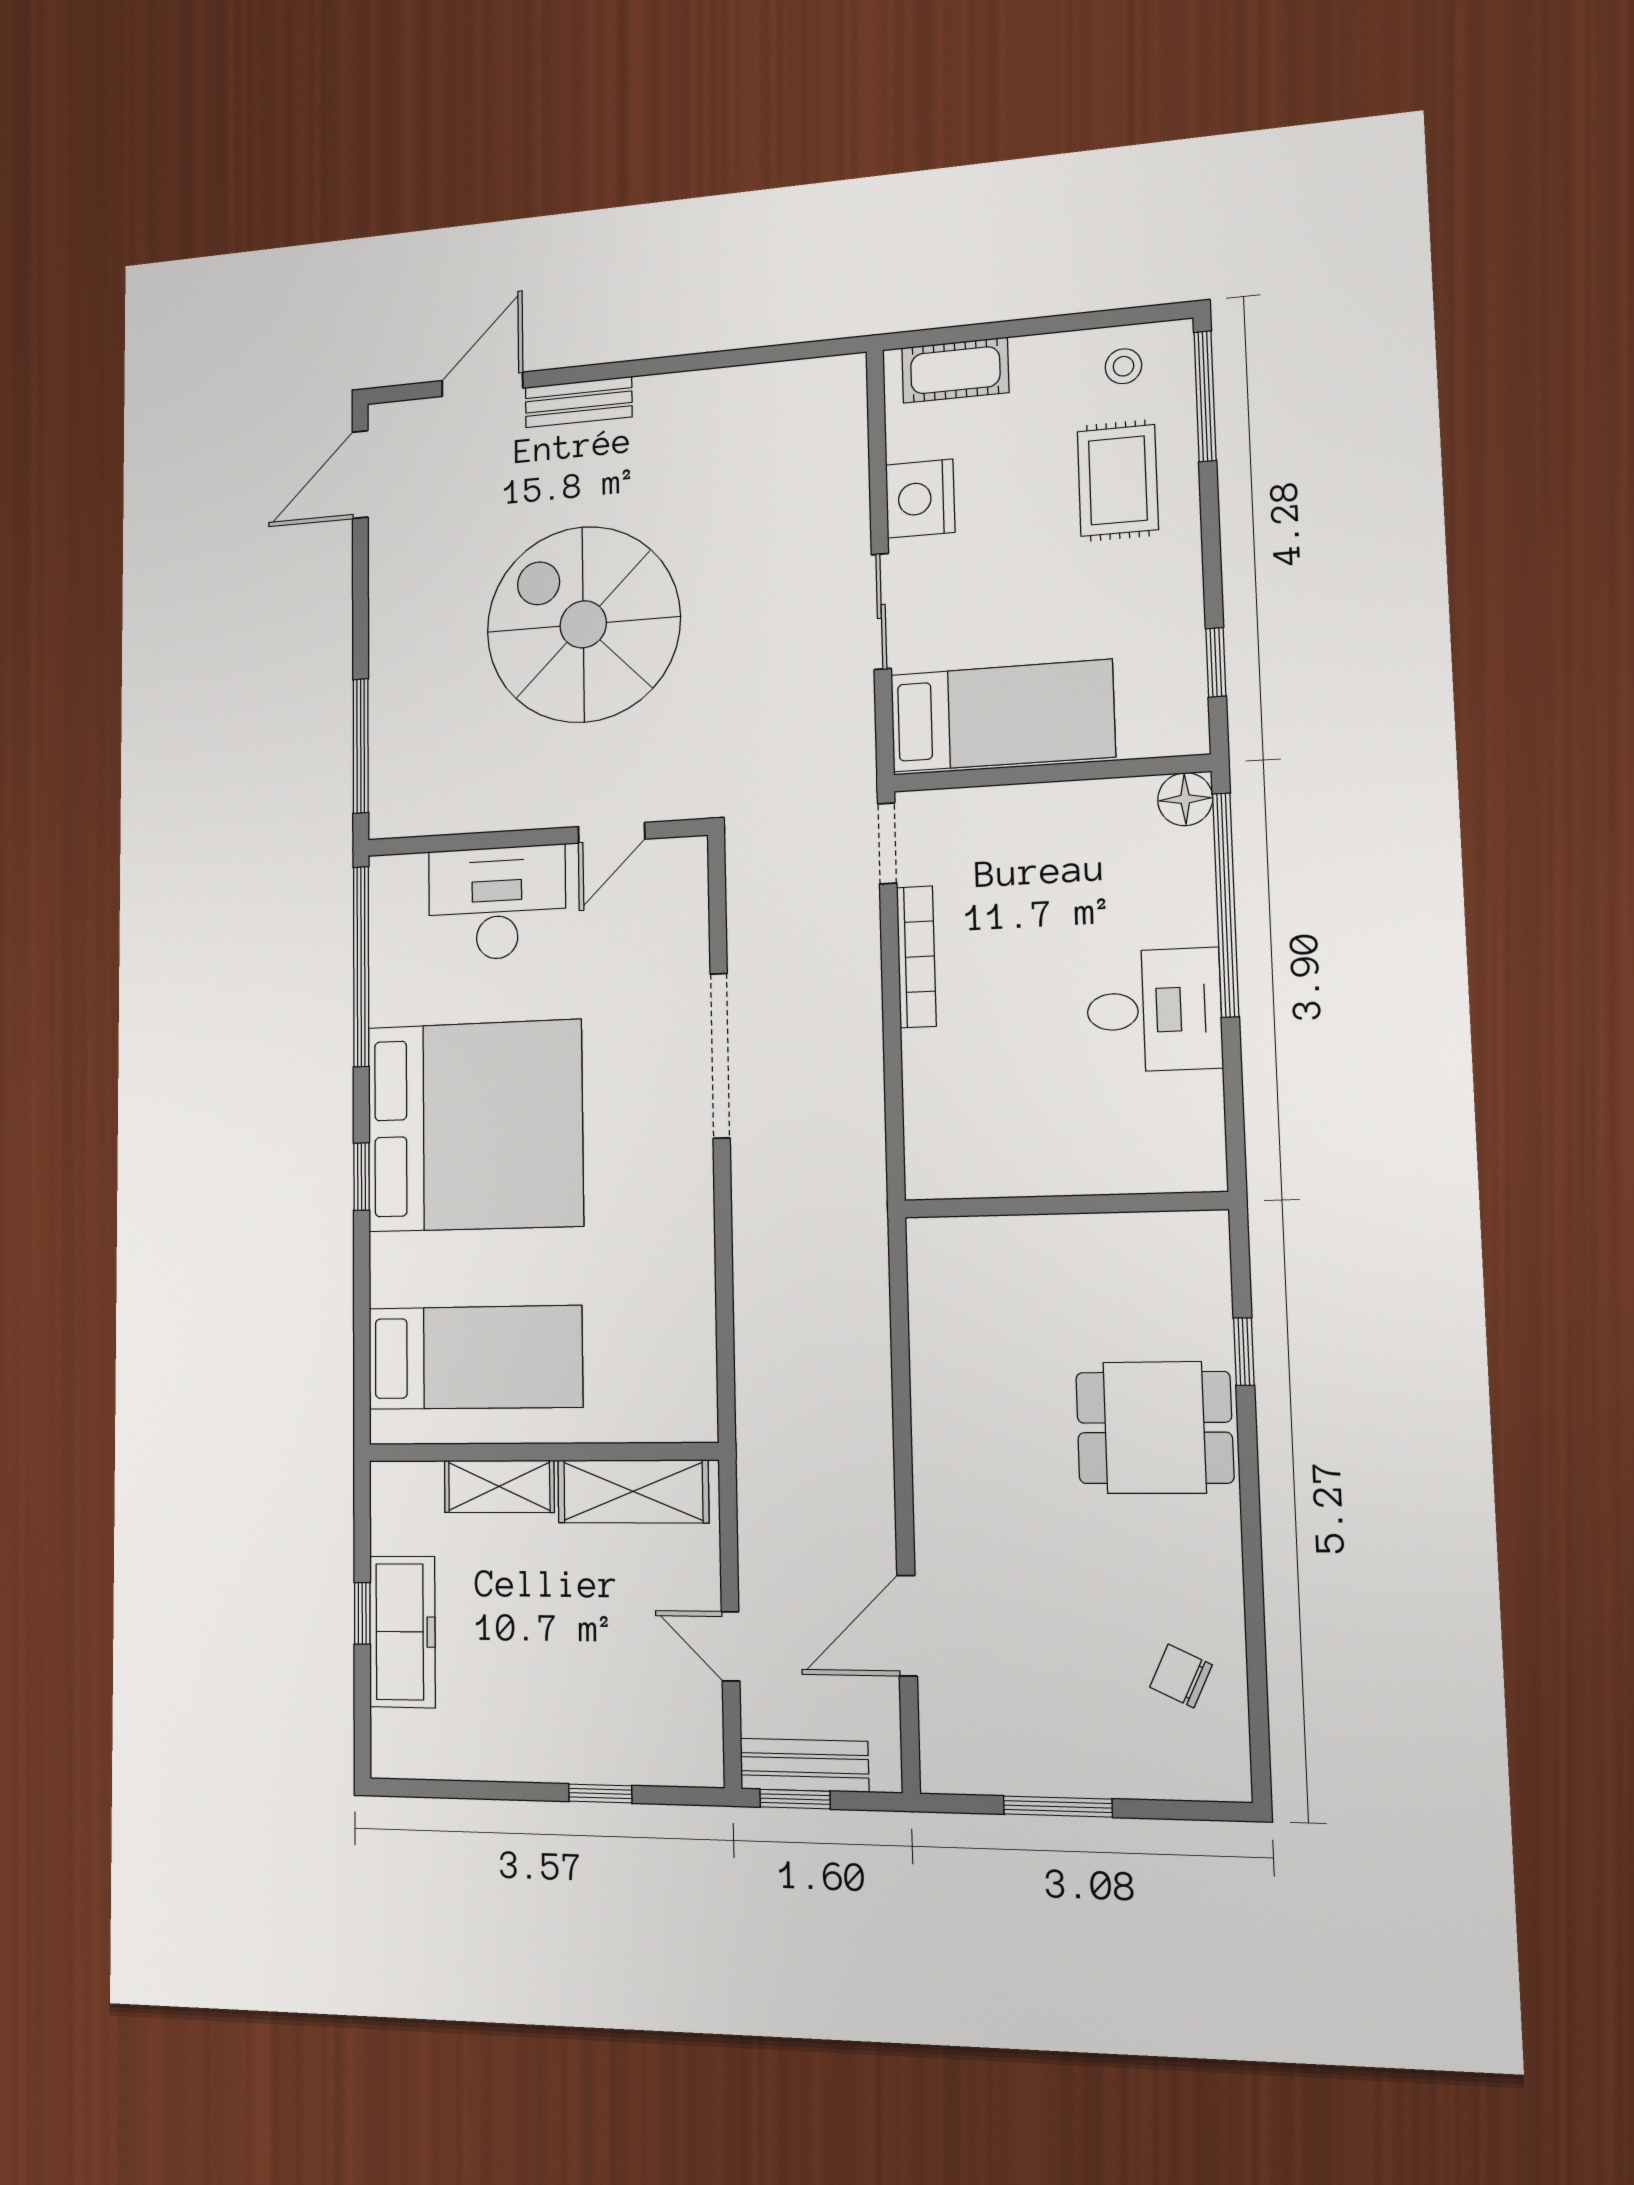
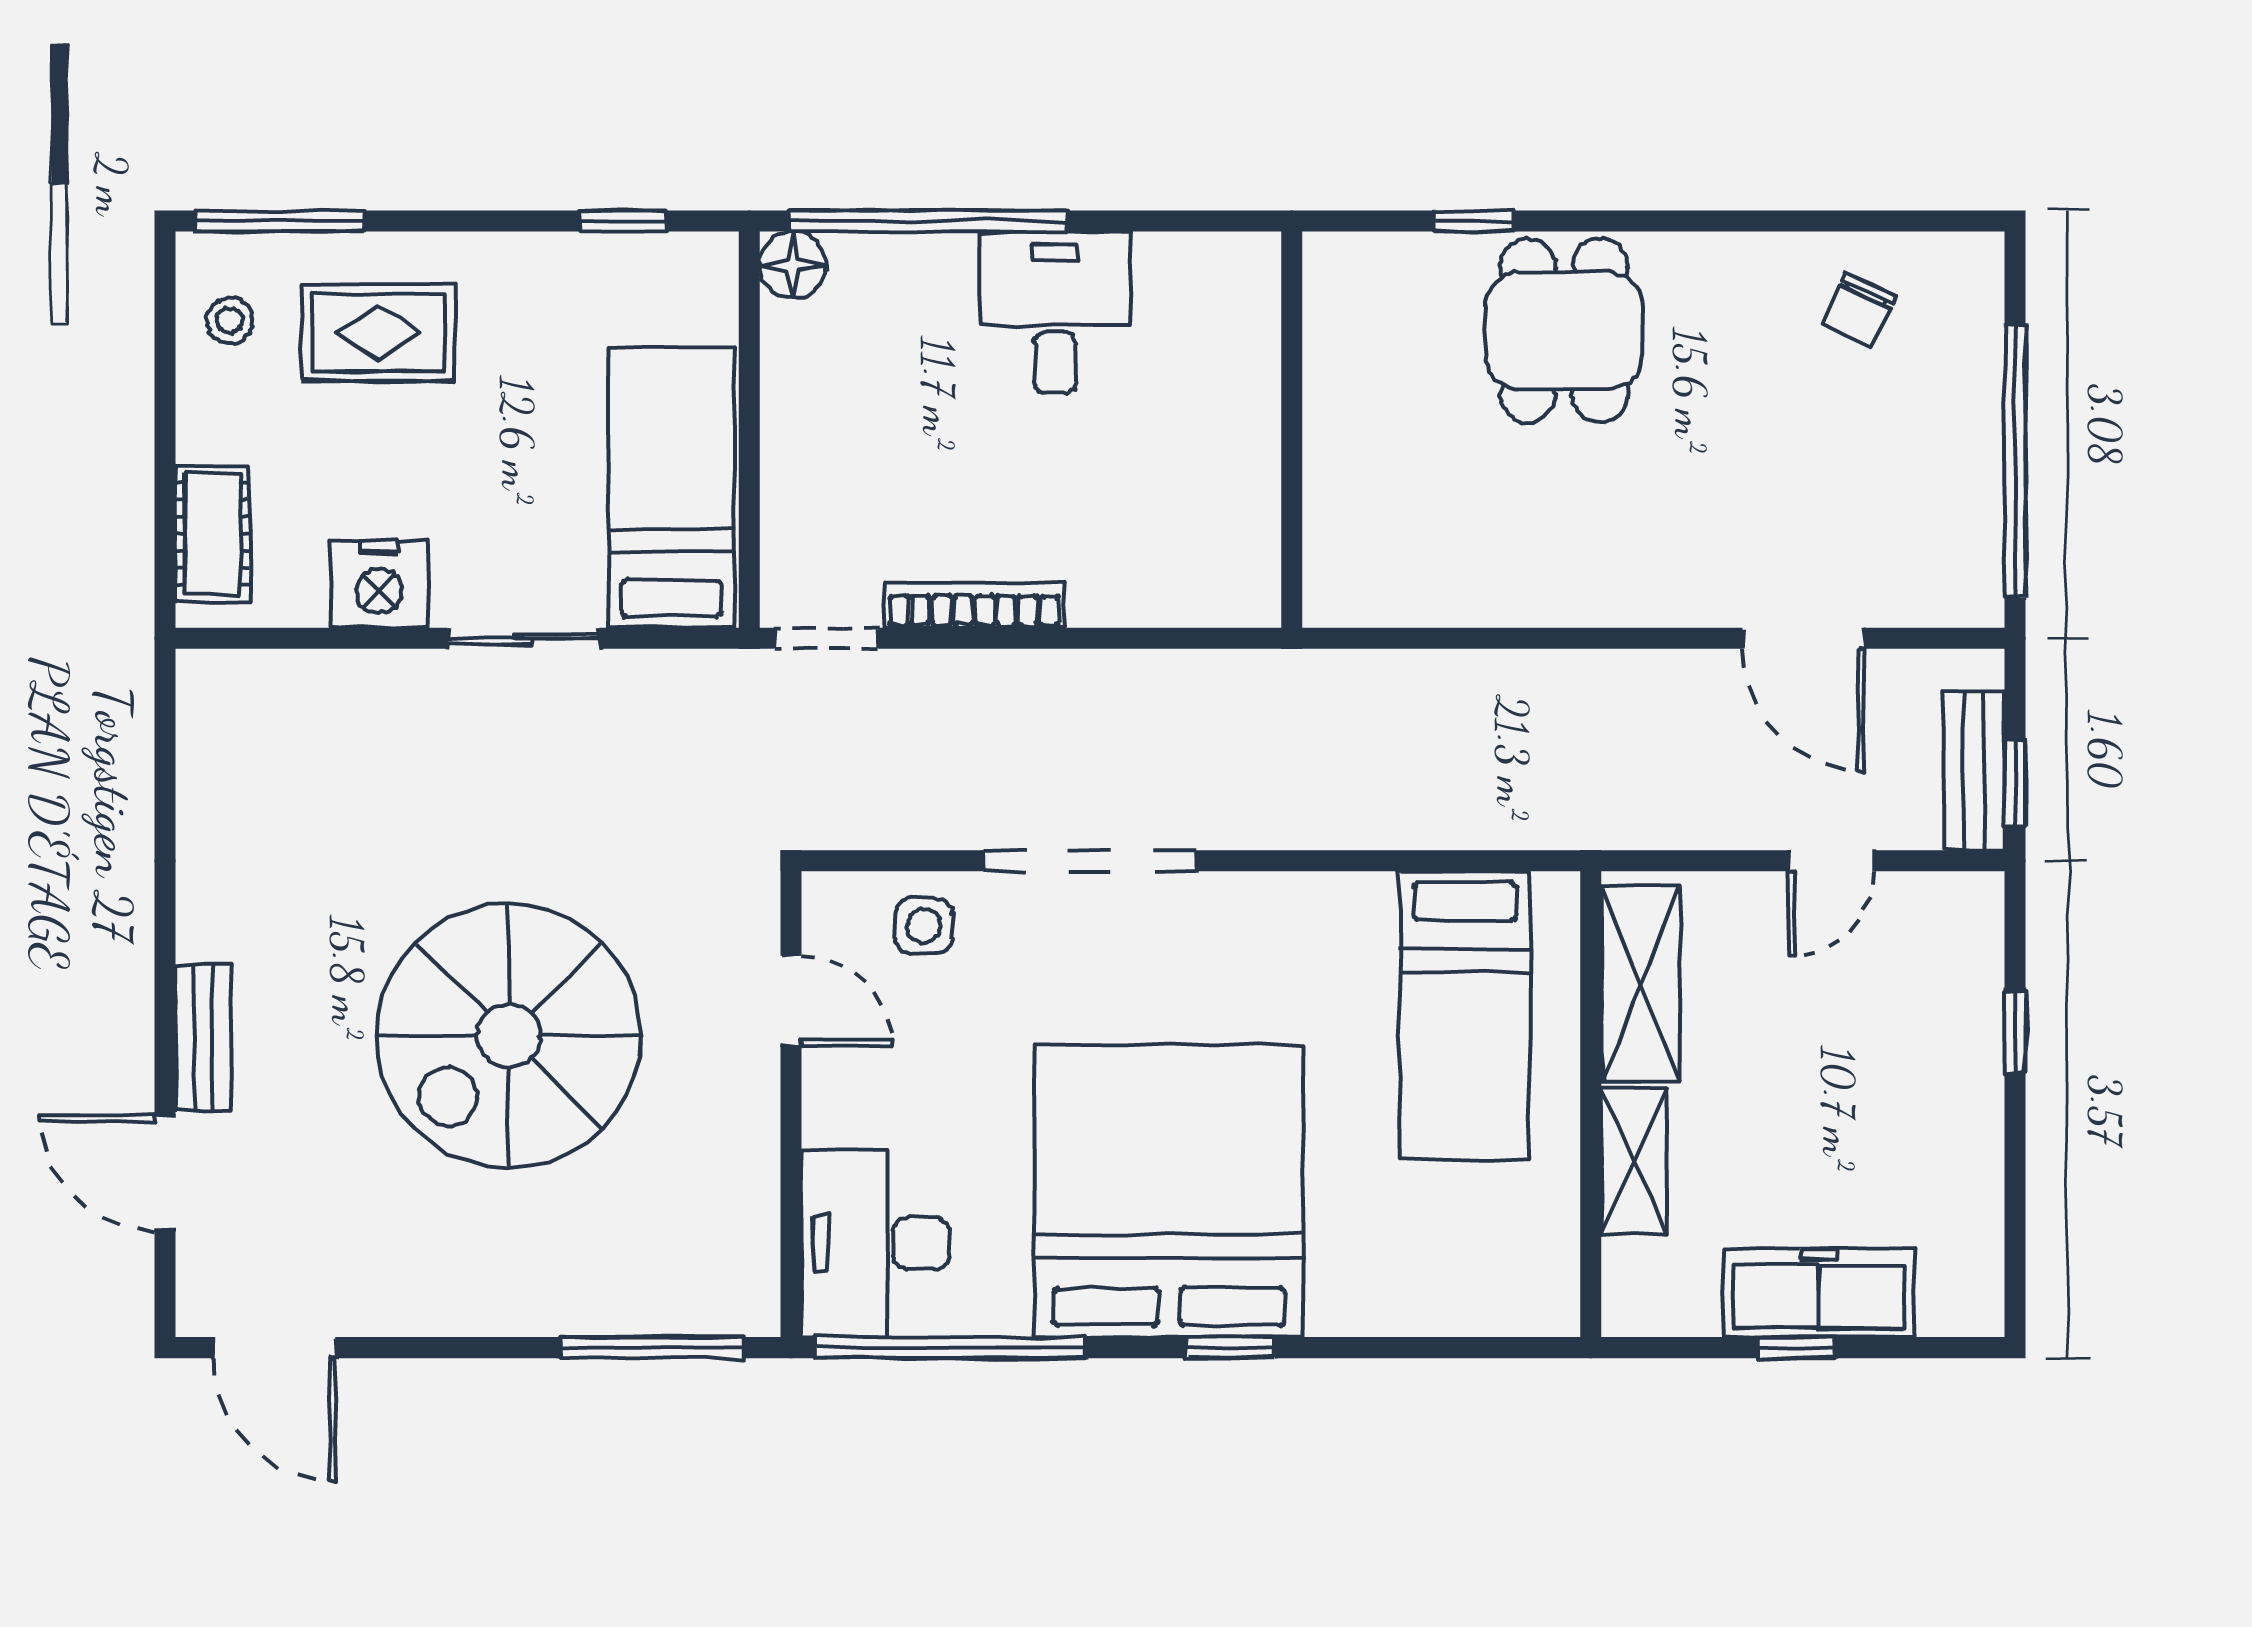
desk: (497, 903) -> (875, 1243), moved
side table: (669, 930) -> (924, 926), added
bed: (475, 1358) -> (1465, 1016), moved, turned 180
window: (1058, 1807) -> (2015, 461), width x2.11

